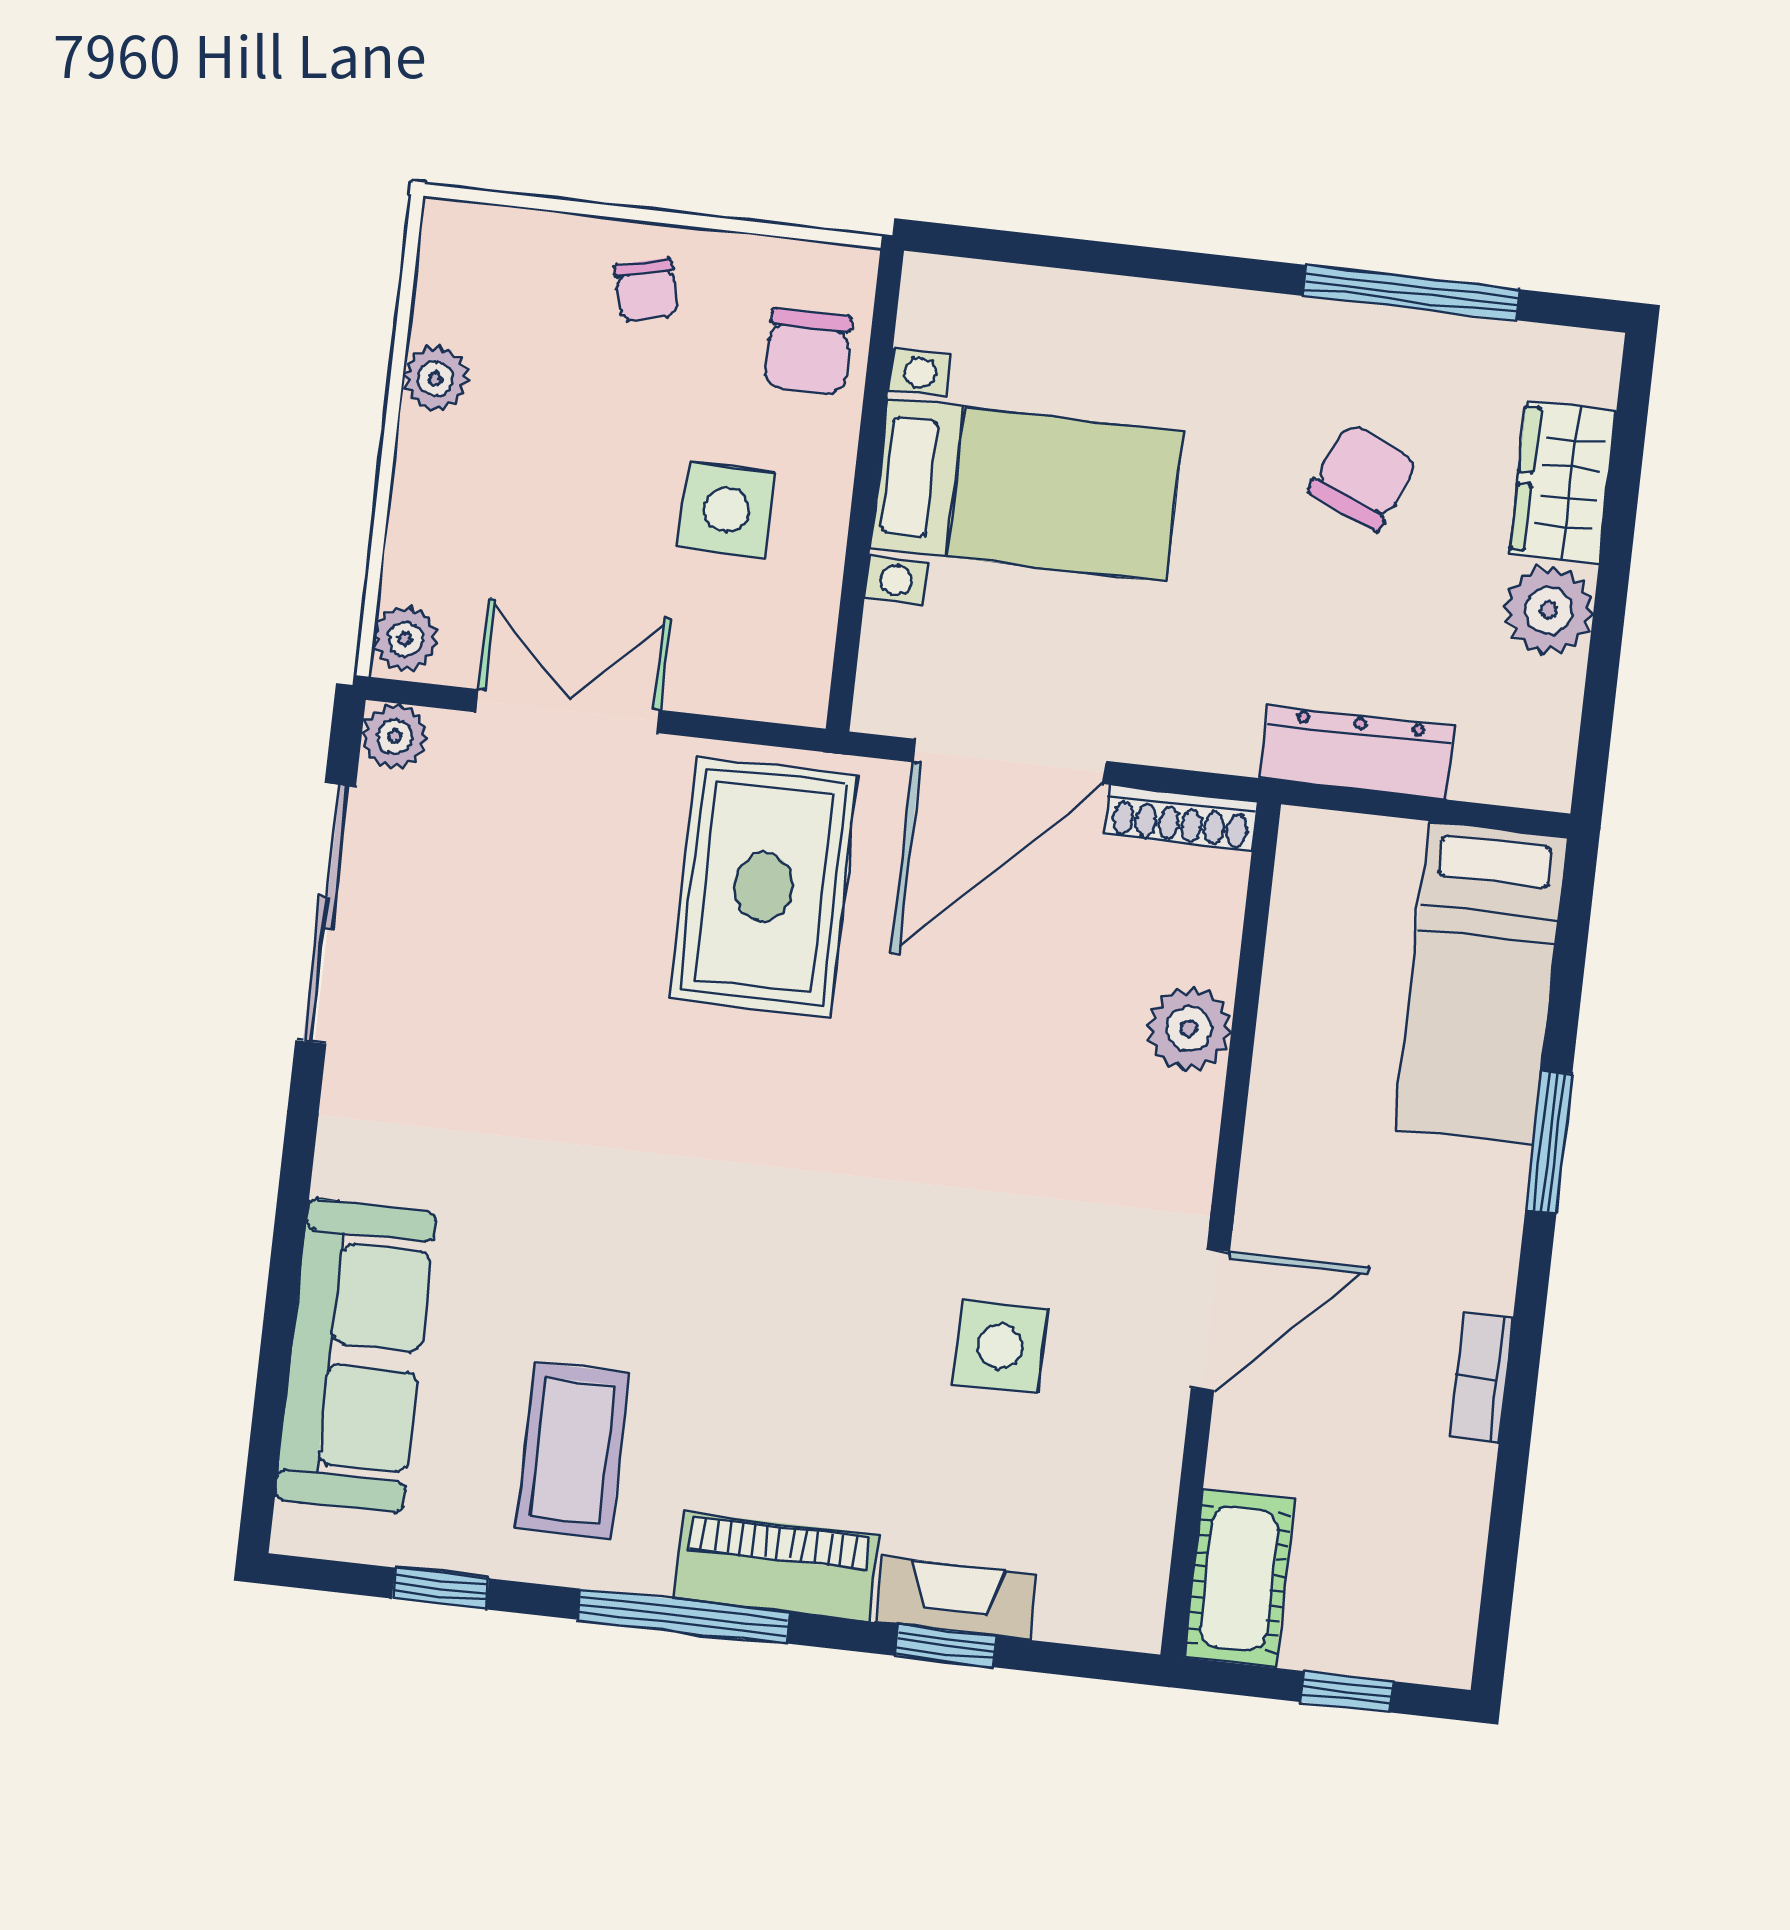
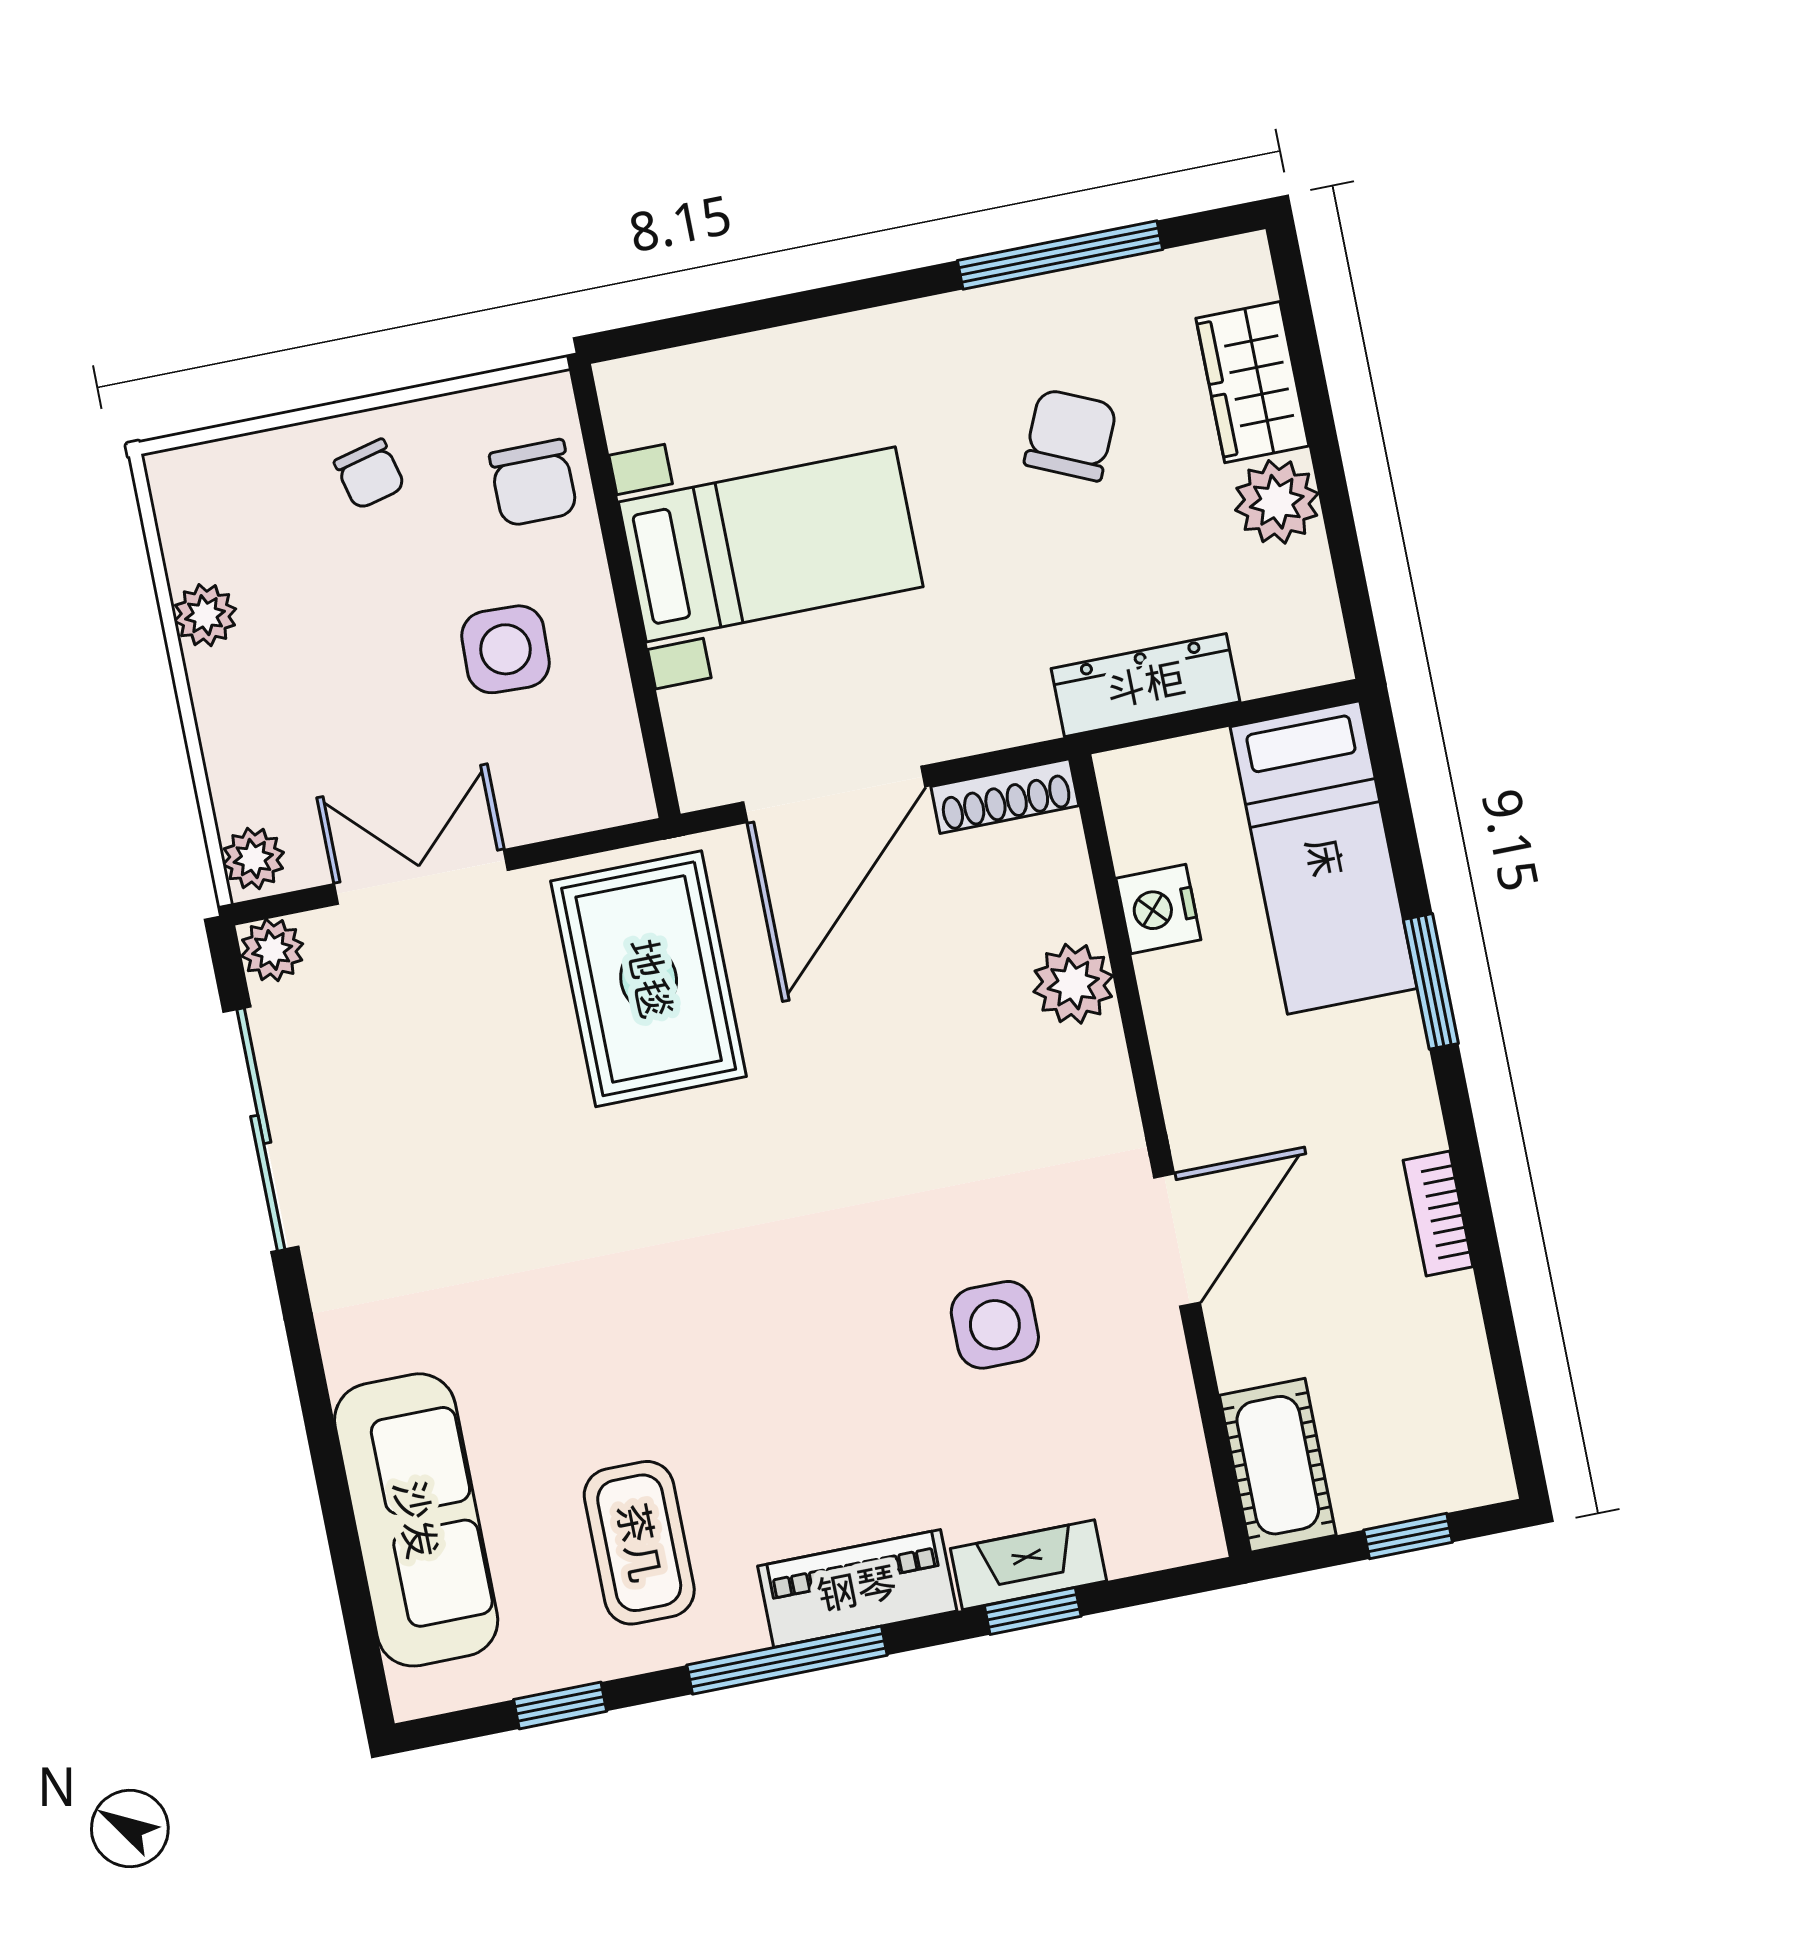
nightstand: (1298, 981) -> (1158, 909), added

